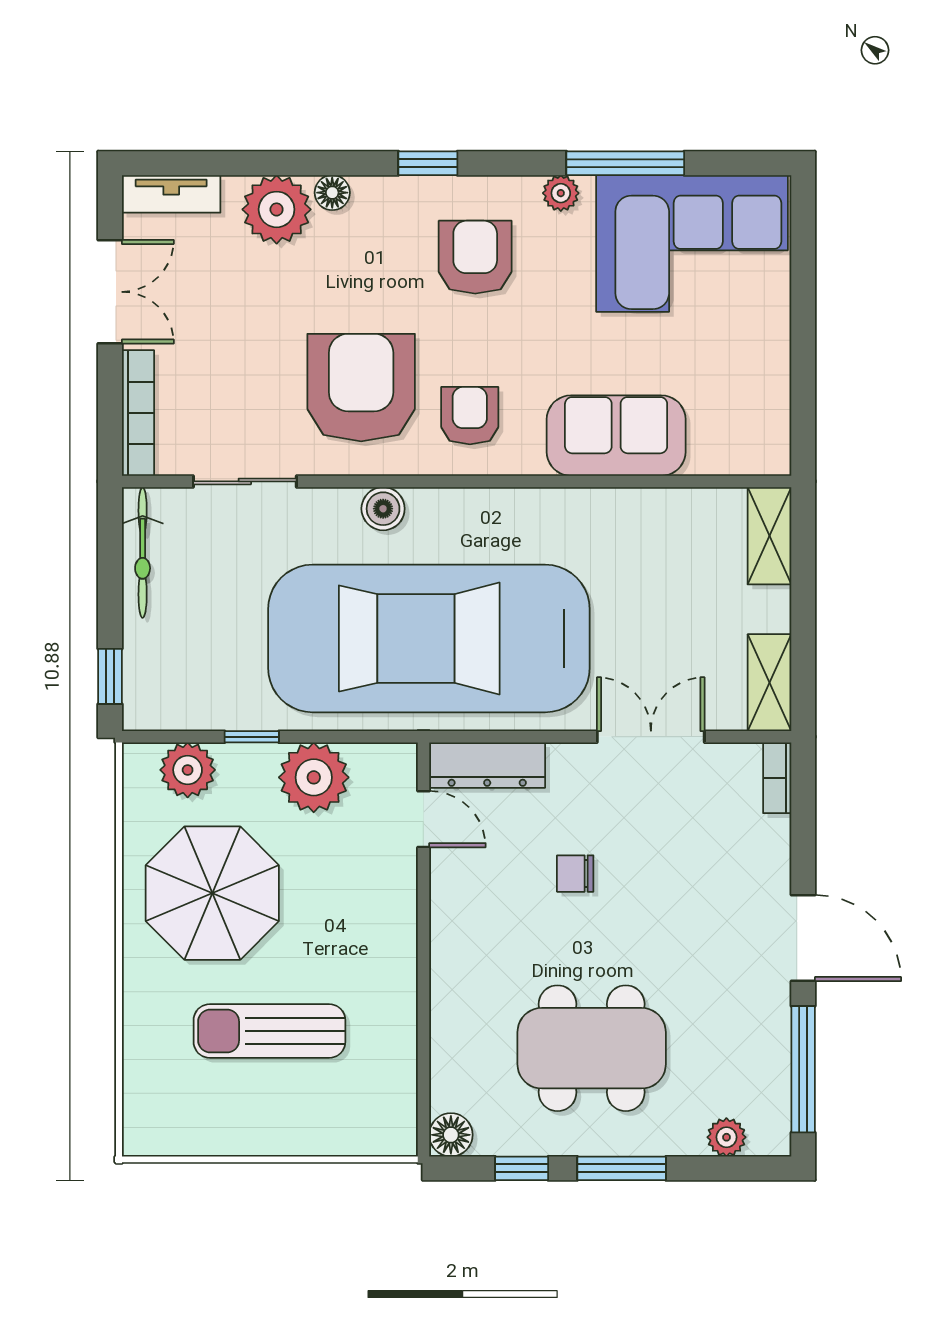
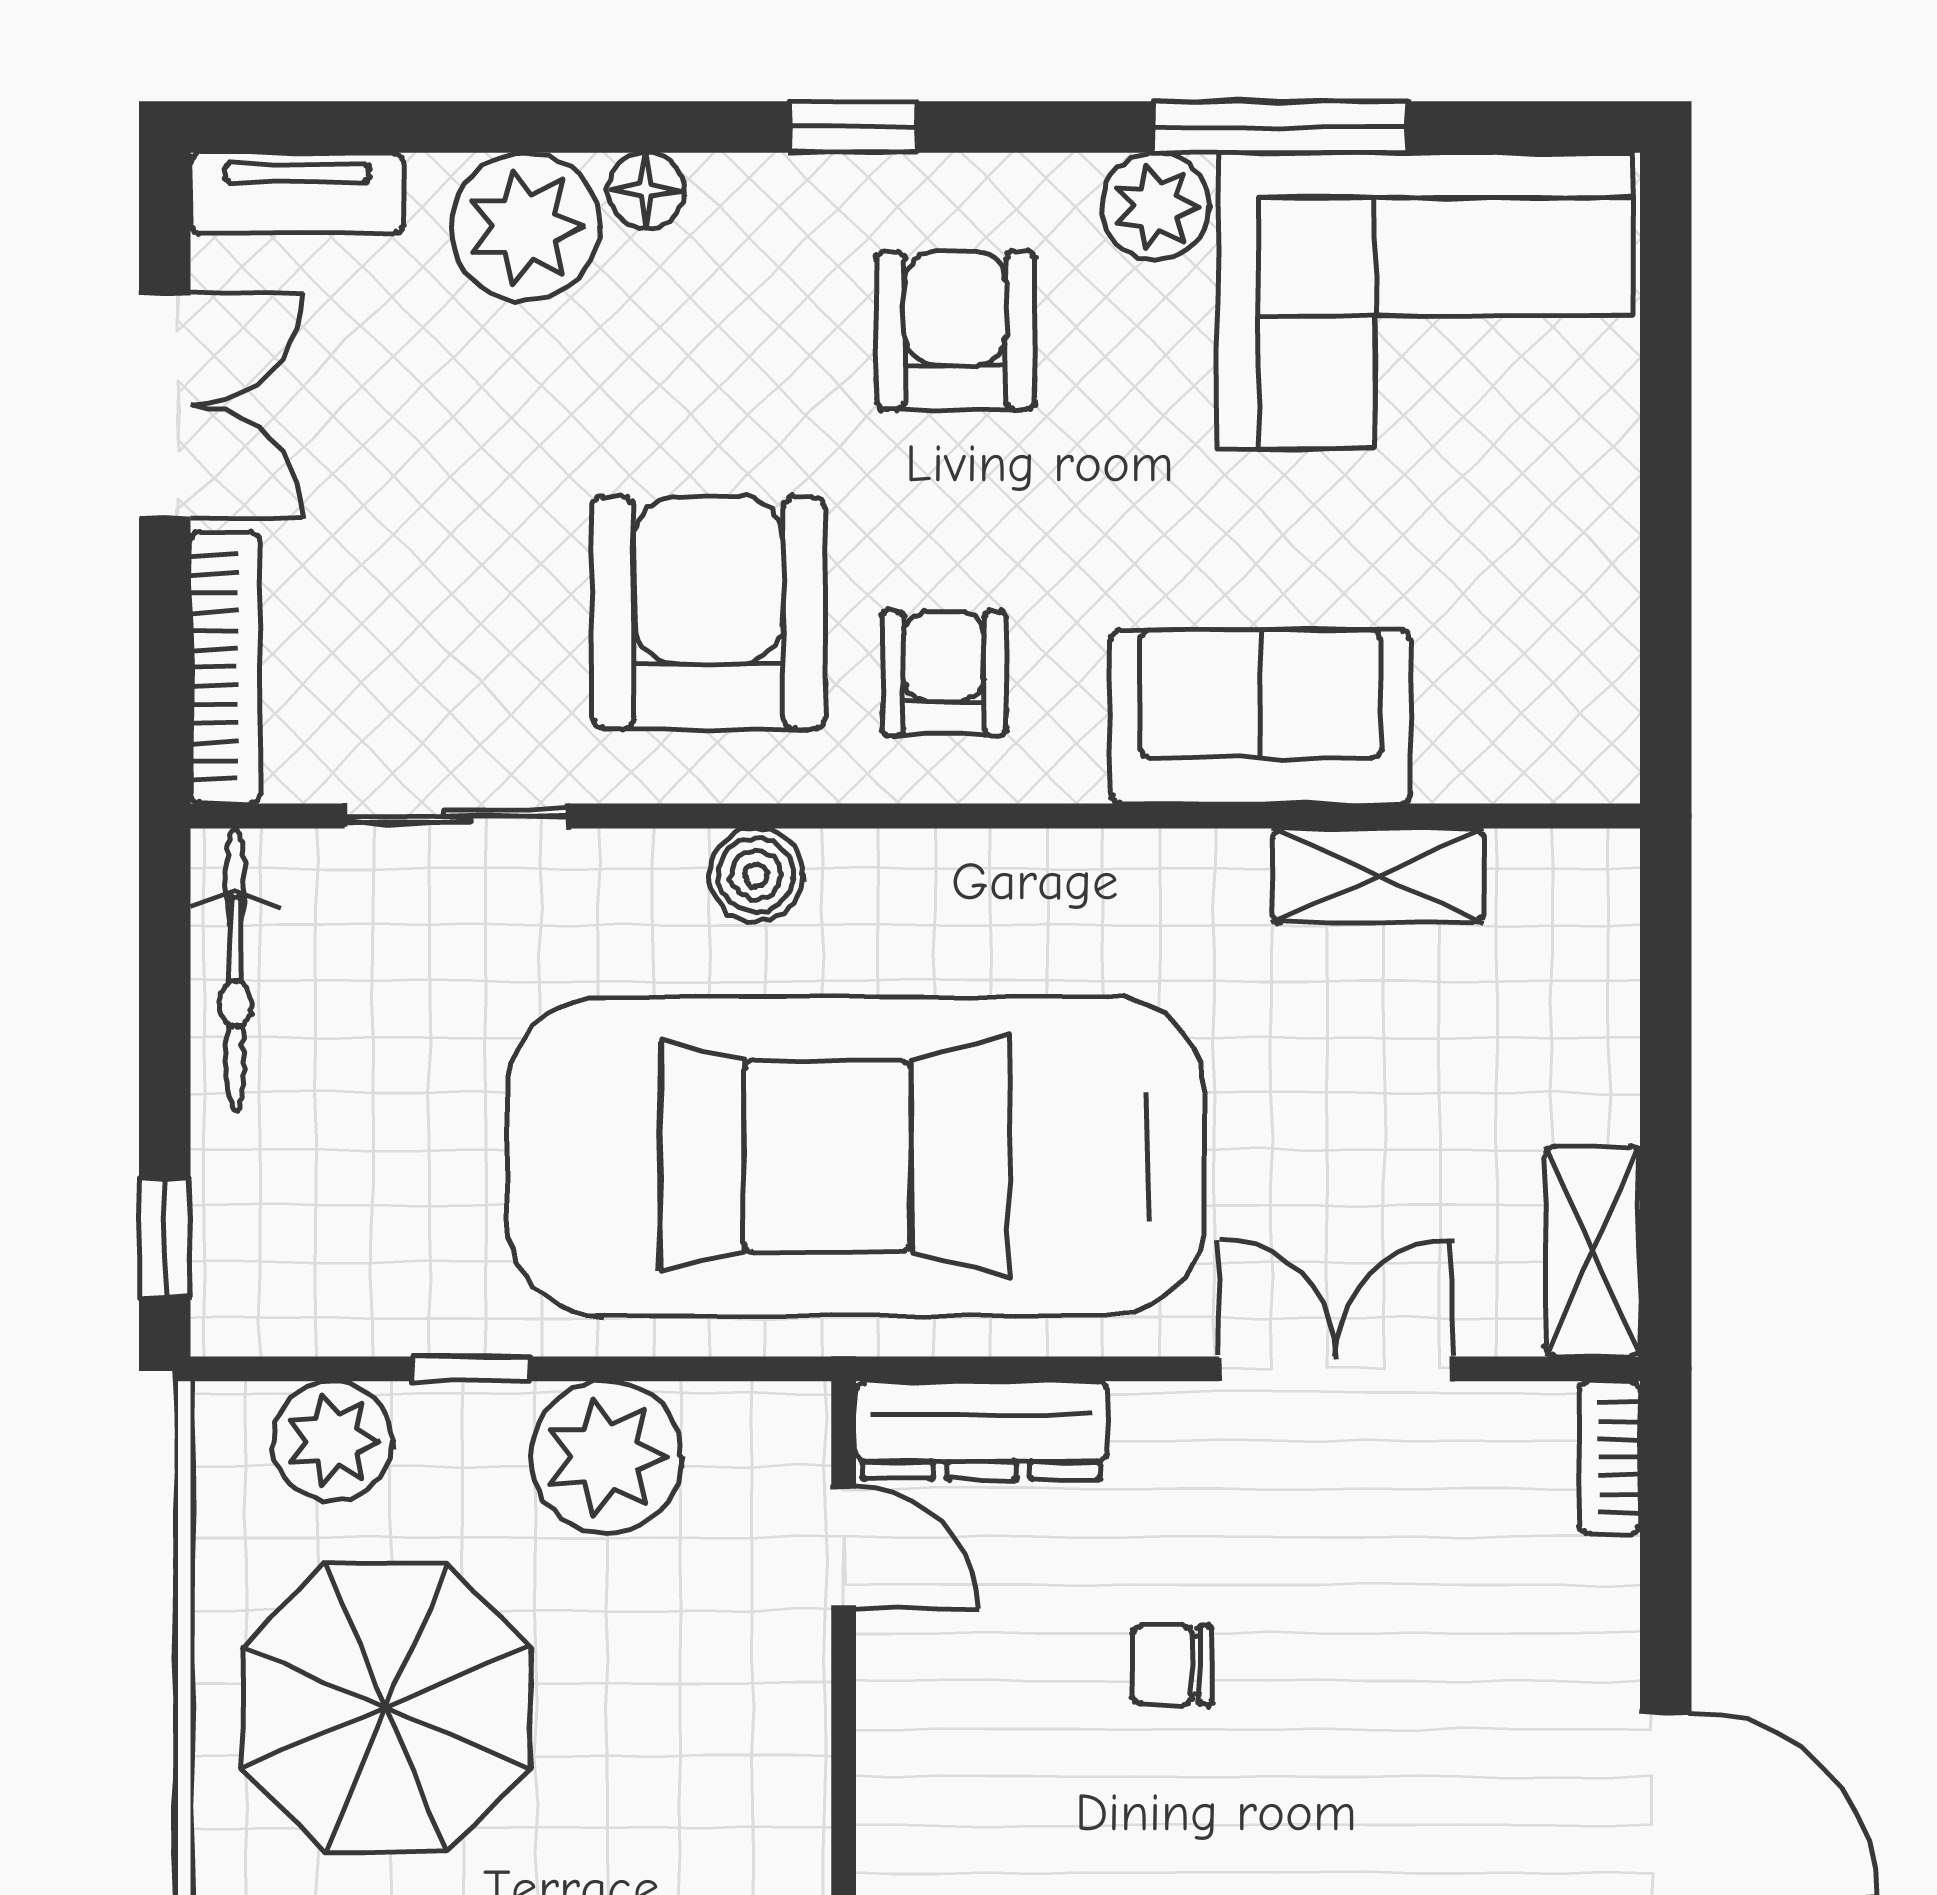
plant: (561, 193) -> (1156, 206), width x1.38, depth x1.38
shelving: (769, 536) -> (1378, 876), moved, turned 90

